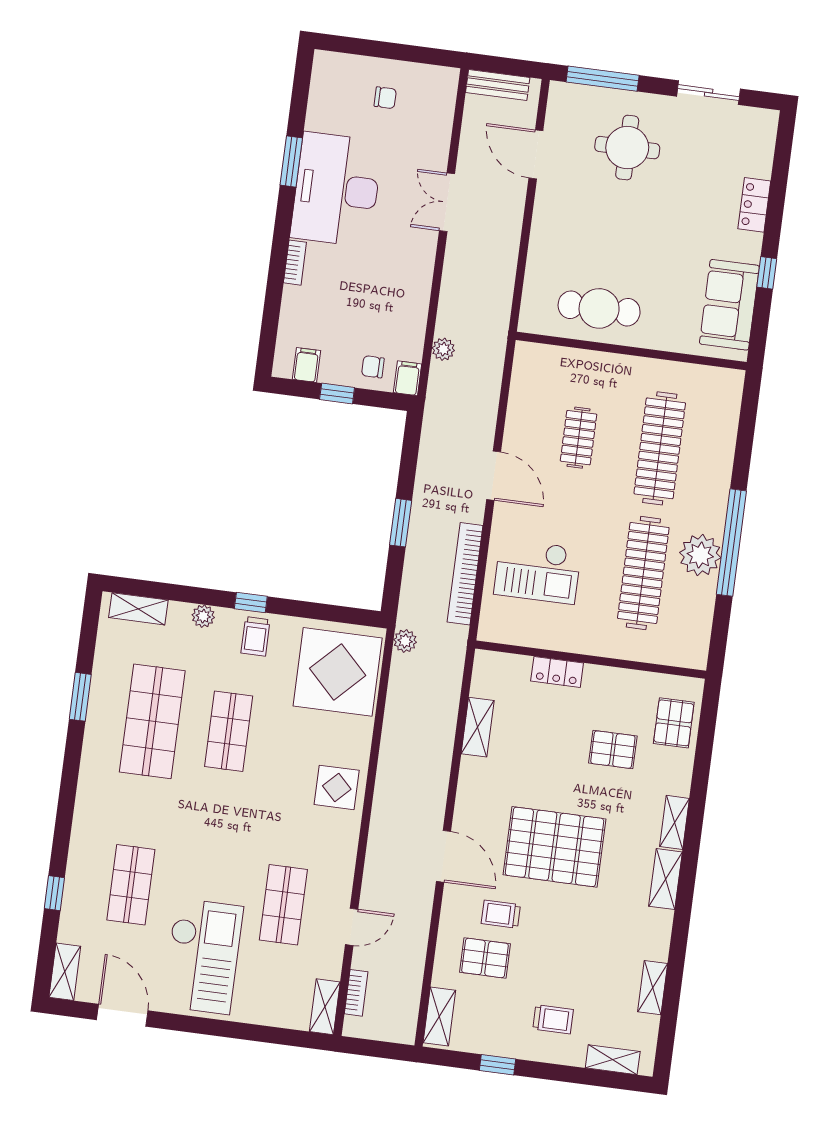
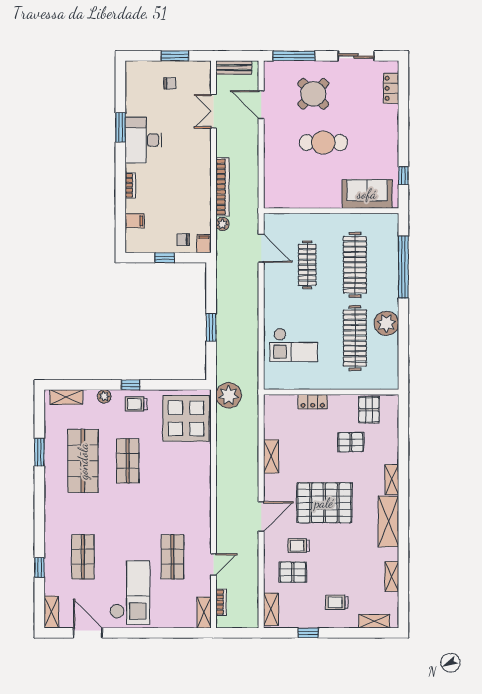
window: (400, 52) -> (175, 56), added
round table: (627, 148) -> (313, 94), turned 45
desk: (336, 189) -> (143, 140), width x0.73, depth x0.77
double door: (447, 202) -> (213, 111), moved
locker: (754, 205) -> (391, 88), moved
window: (767, 273) -> (403, 176), moved
sofa: (729, 305) -> (367, 194), moved, turned 90
cafe table: (599, 308) -> (323, 143), moved
filing cabinet: (306, 365) -> (135, 221), moved, turned 90
clothes rail: (579, 438) -> (307, 265), width x1.36
door: (494, 476) -> (261, 248), moved
window: (731, 543) -> (403, 267), moved
bookcase: (465, 574) -> (222, 187), moved, turned 180
trolley: (256, 636) -> (136, 404), turned 90
plant: (405, 641) -> (229, 395), width x1.87, depth x1.87
pallet: (674, 723) -> (369, 410), moved
shelving: (478, 727) -> (271, 456), moved
display table: (337, 787) -> (194, 485), removed
door: (444, 856) -> (261, 517), hinge flipped
shelving: (666, 879) -> (388, 521), width x1.50, depth x1.33
trolley: (553, 1019) -> (337, 602), turned 180

